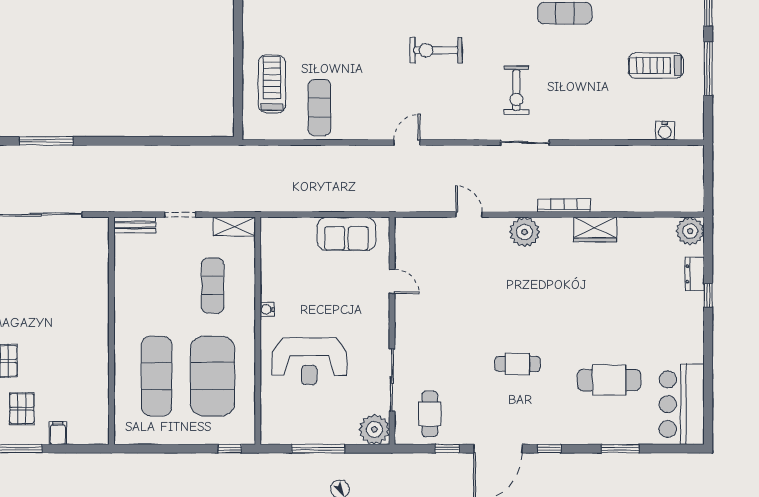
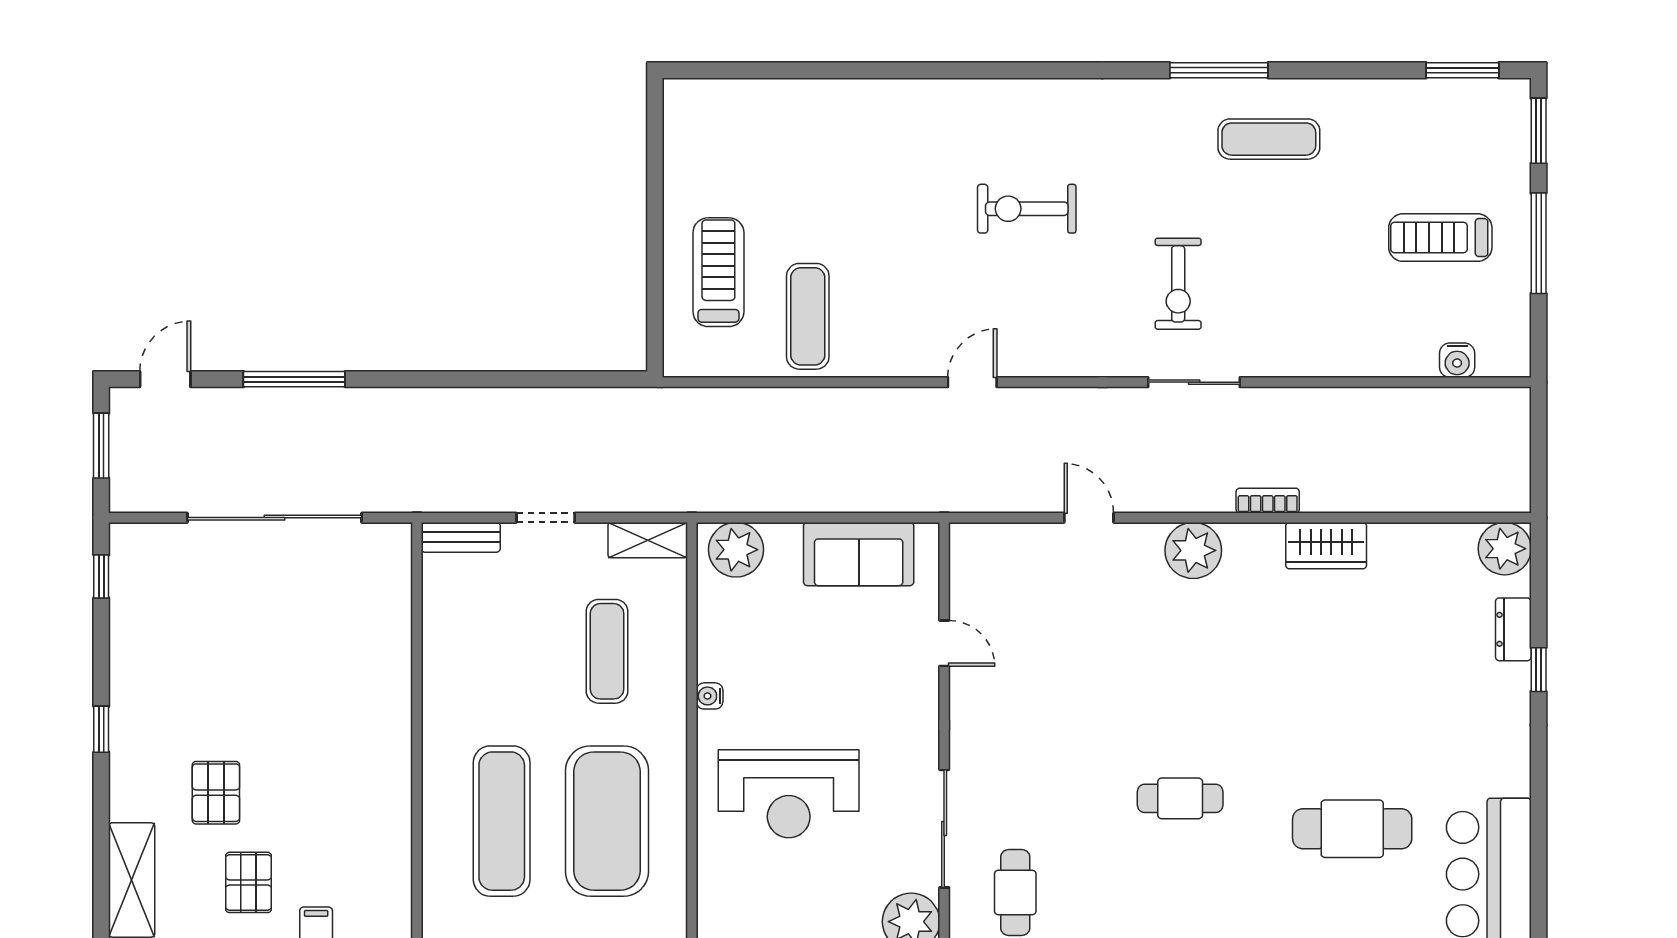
bookcase: (564, 205) -> (1268, 501), width x0.64
plant: (281, 232) -> (736, 550), added

